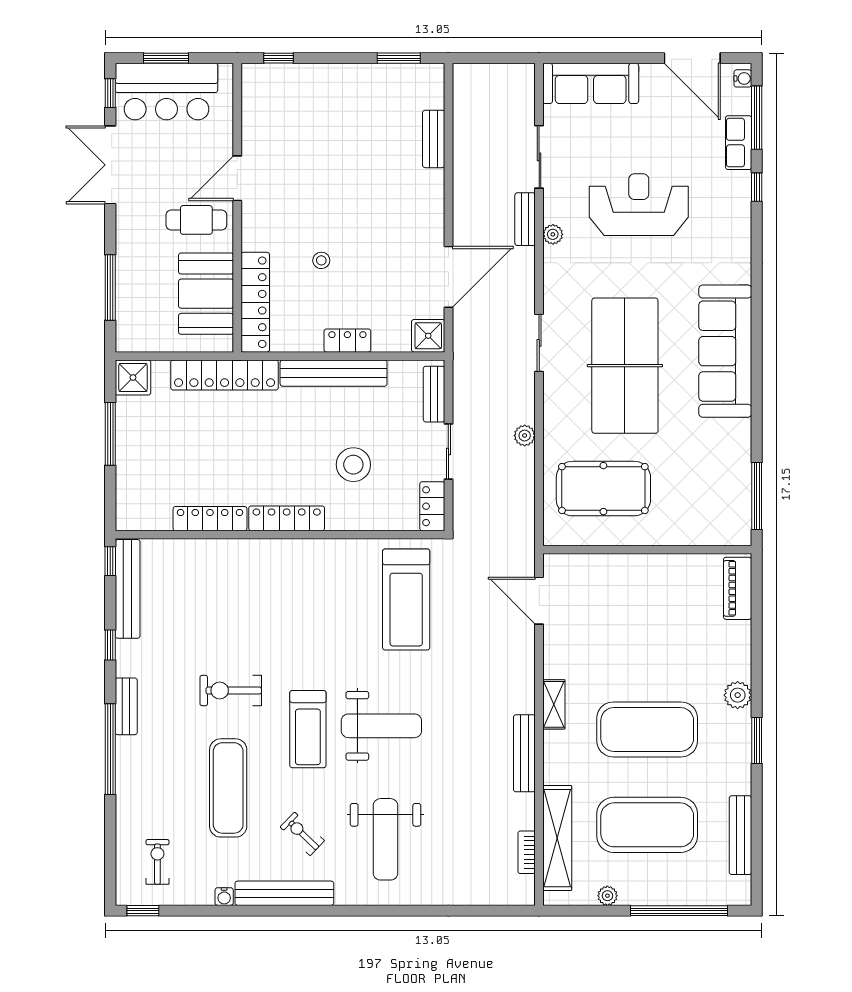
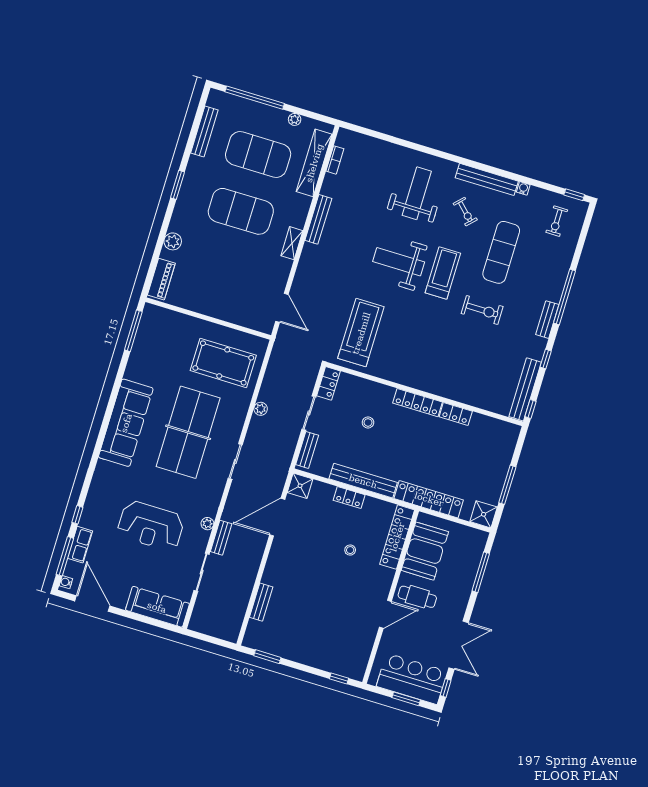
stool: (353, 465) -> (368, 422), width x0.53, depth x0.53
locker: (210, 519) -> (456, 414), width x0.66
plant: (738, 695) -> (173, 241), moved

